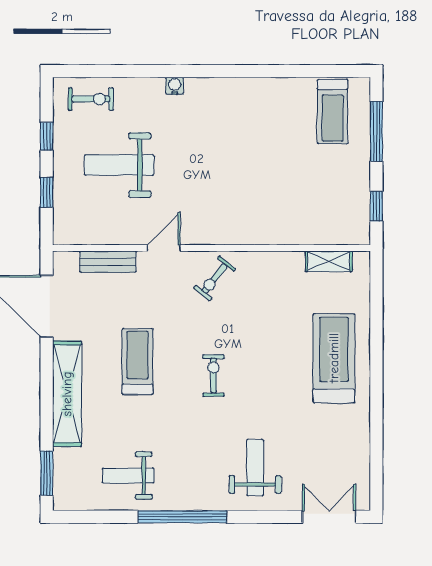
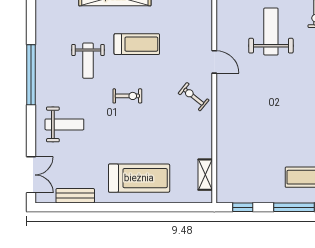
bench: (108, 262) -> (75, 196), moved, turned 90
weight bench: (128, 476) -> (88, 61), moved, turned 180

